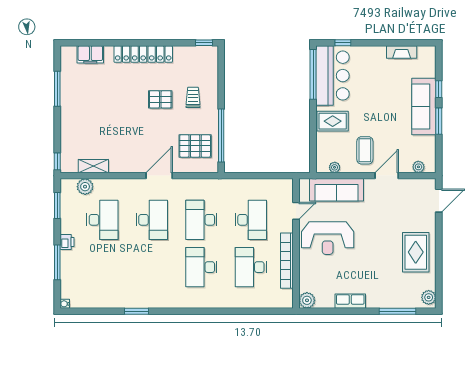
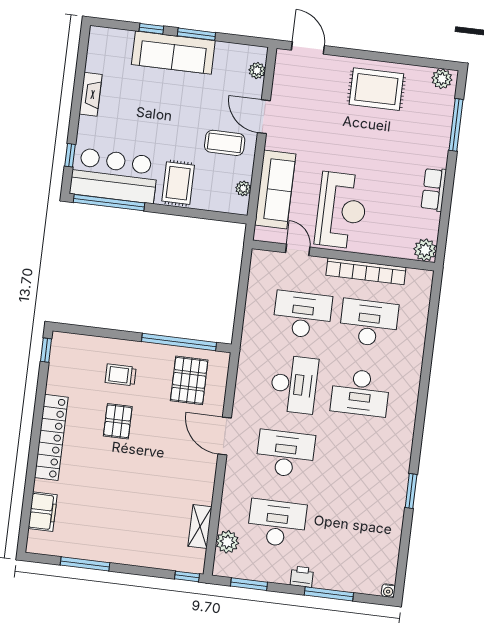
fireplace: (402, 52) -> (91, 94), moved
desk: (201, 220) -> (294, 384), turned -90
desk: (251, 267) -> (369, 323), turned 180

